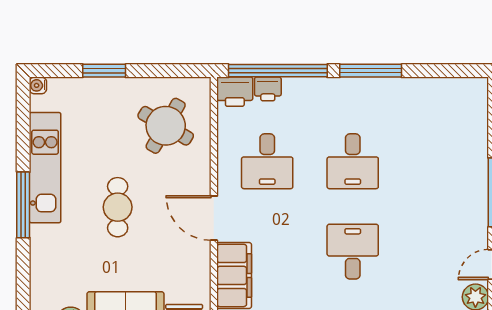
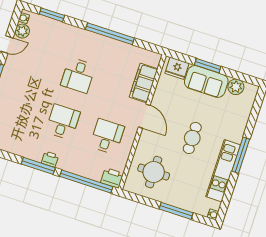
window: (104, 71) -> (176, 211), width x1.44
printer: (268, 89) -> (50, 159), moved
round table: (166, 126) -> (154, 172), turned -30

